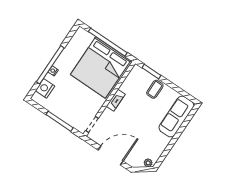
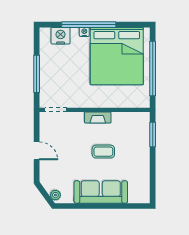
bed: (101, 68) -> (117, 56), moved, turned -90
coffee table: (155, 89) -> (103, 152), moved
sofa: (176, 117) -> (101, 192), moved
door: (111, 156) -> (37, 151), width x0.53

